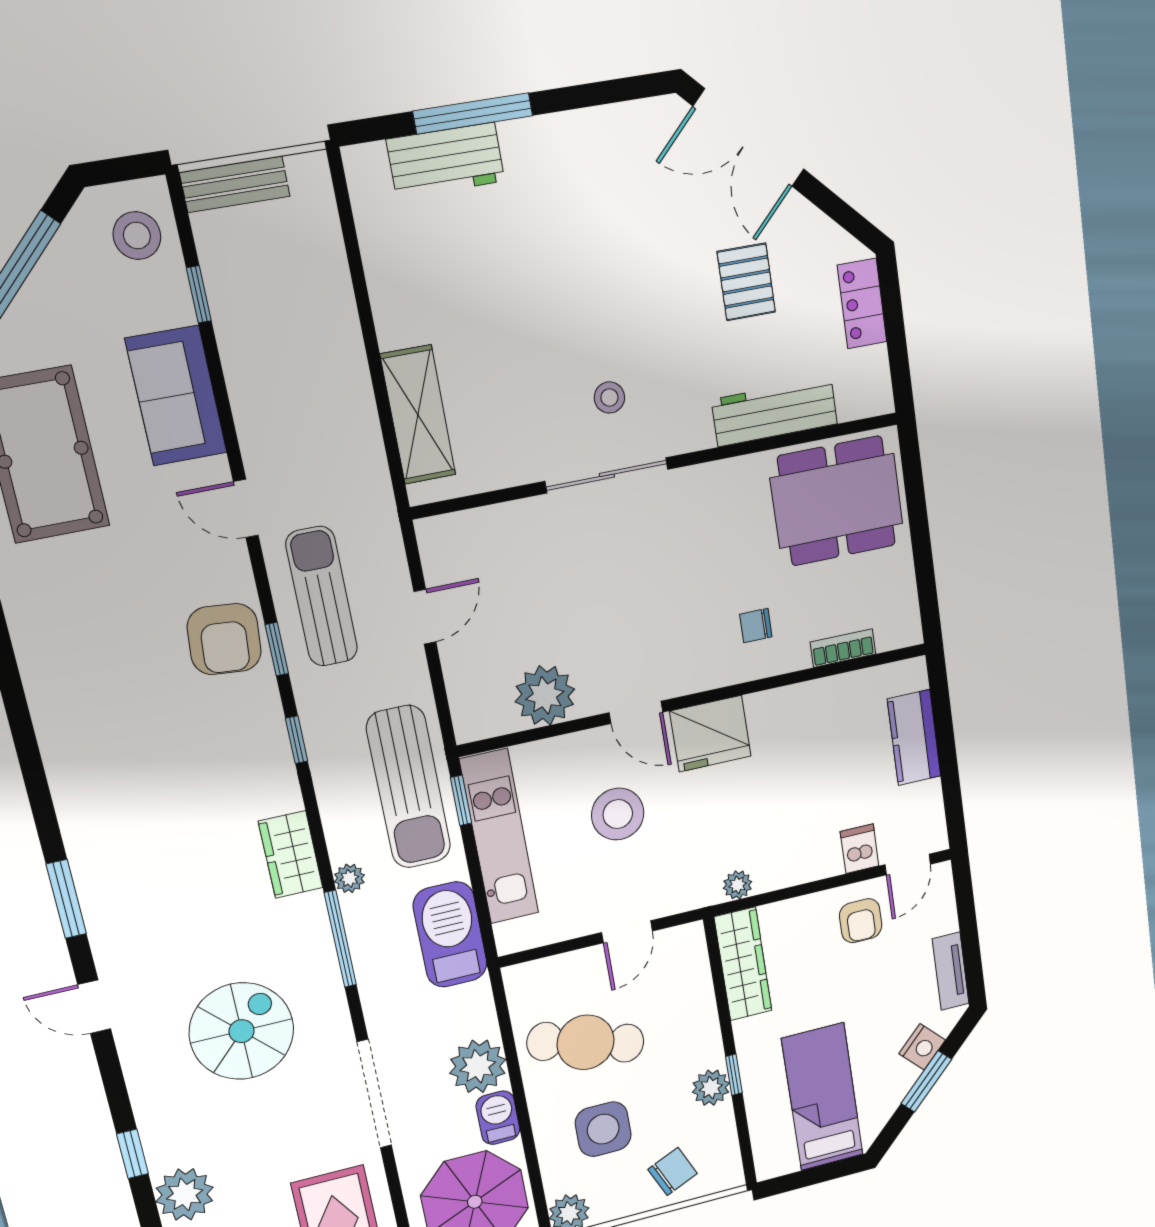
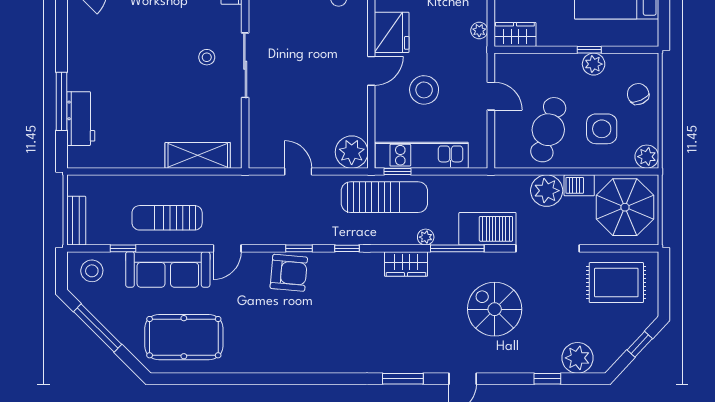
sofa: (176, 396) -> (168, 269), width x1.36
sun lounger: (322, 596) -> (167, 218), moved
plant: (545, 695) -> (352, 152), moved
barbecue: (450, 935) -> (487, 229), moved, turned 180
wardrobe: (743, 964) -> (515, 34), width x0.67

